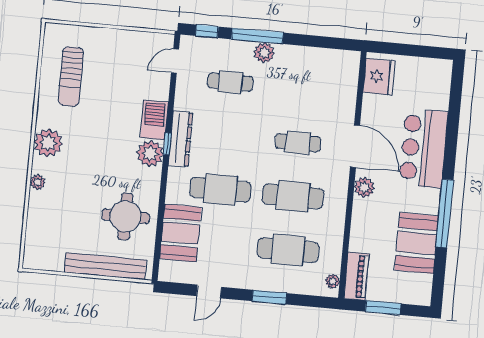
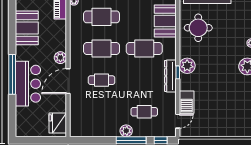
sun lounger: (71, 77) -> (238, 106), removed
barbecue: (154, 120) -> (187, 102), moved
door: (355, 146) -> (68, 81), hinge flipped
window: (445, 213) -> (12, 74), moved

